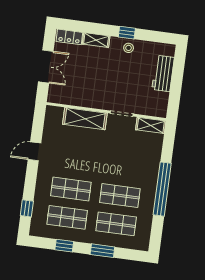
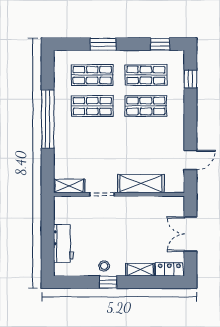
door: (34, 151) -> (190, 160), moved
window: (64, 246) -> (160, 44), moved

